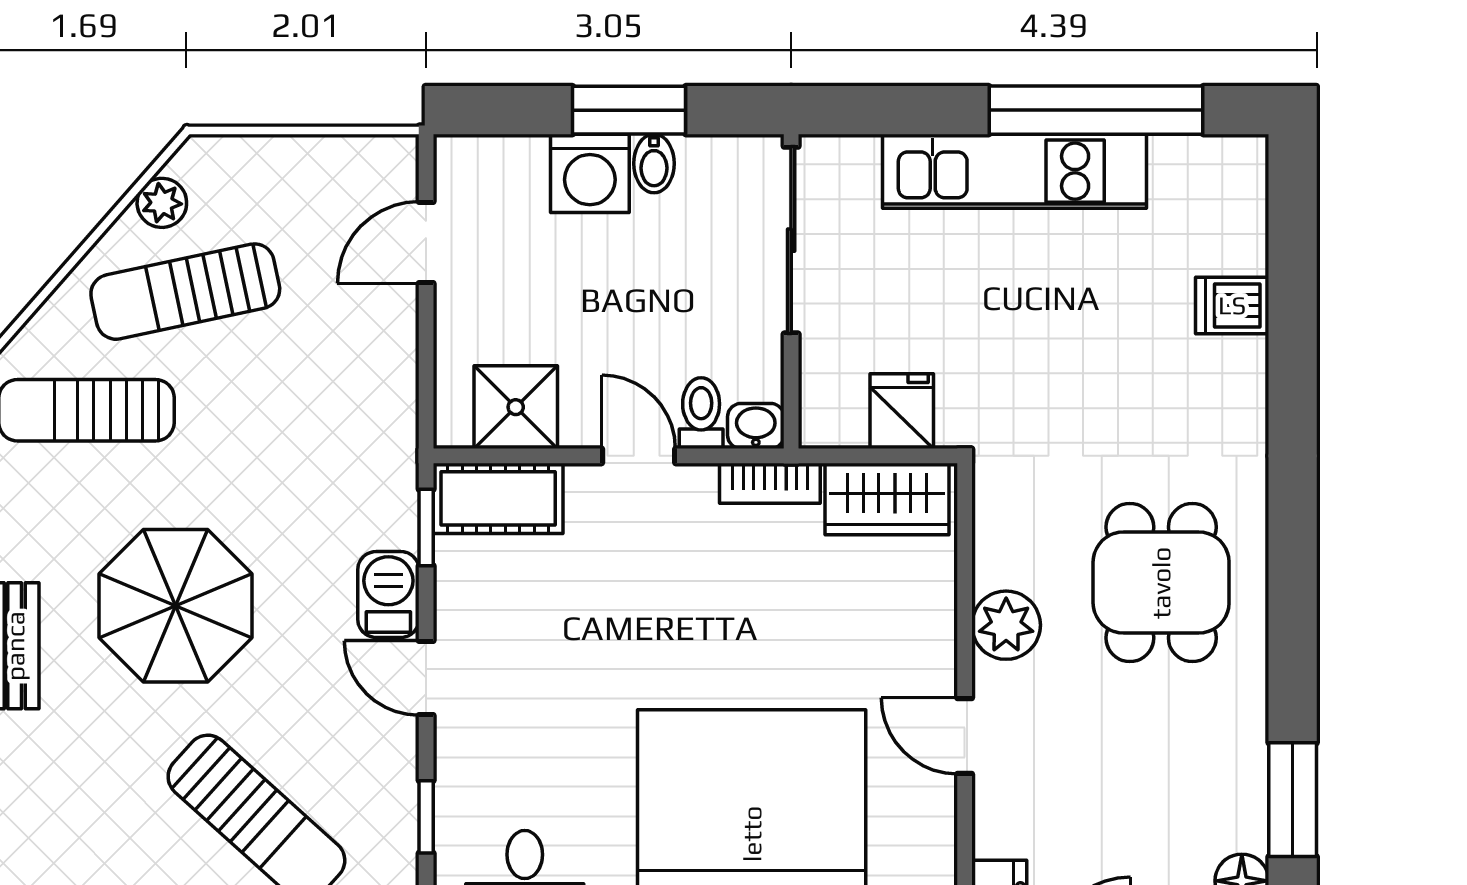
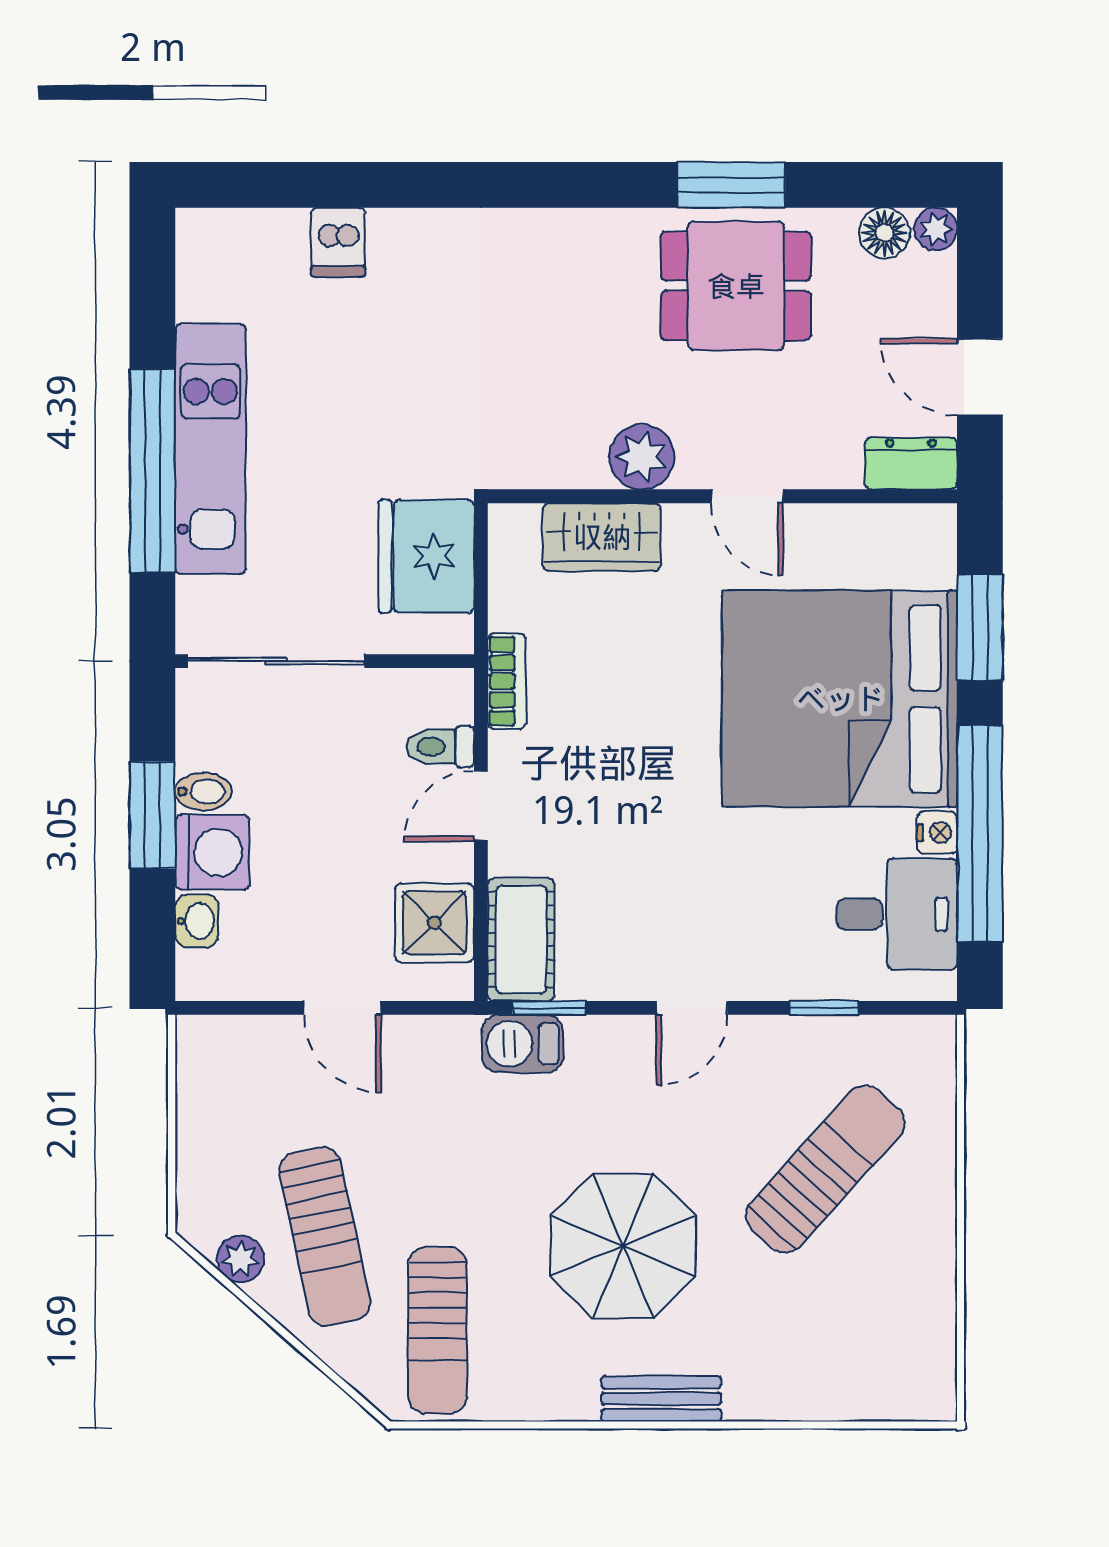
window: (1096, 110) -> (152, 471), moved
door: (426, 243) -> (342, 1008), moved
fridge: (902, 411) -> (426, 556), width x1.88, depth x1.34
washbasin: (756, 426) -> (197, 921), moved, turned 180
wardrobe: (887, 499) -> (602, 537), moved, turned 90
dining table: (1161, 583) -> (736, 286), moved
barbecue: (388, 594) -> (523, 1044), moved
door: (965, 736) -> (747, 496), hinge flipped
window: (1293, 800) -> (731, 185), moved

